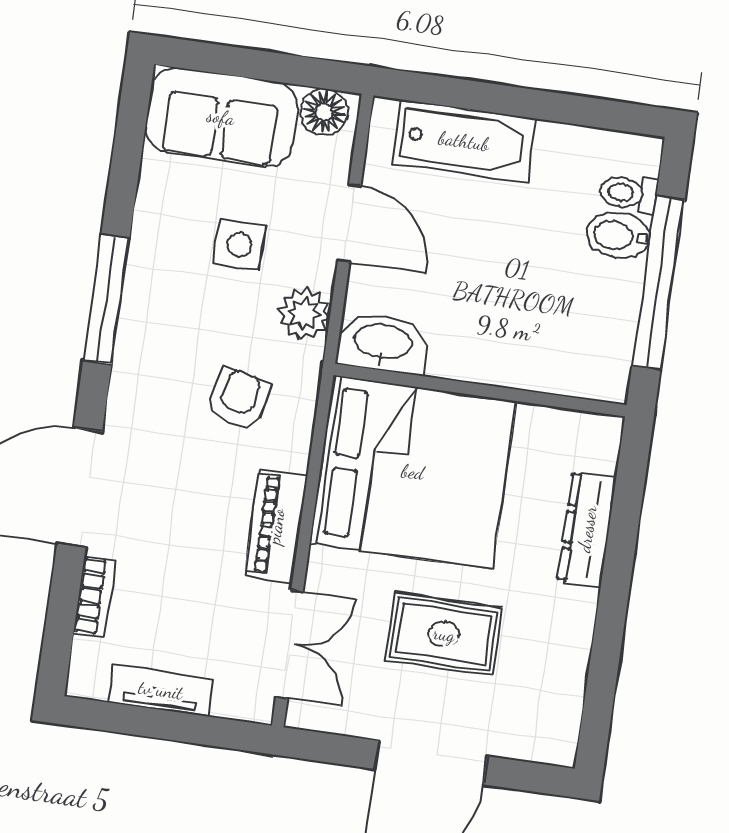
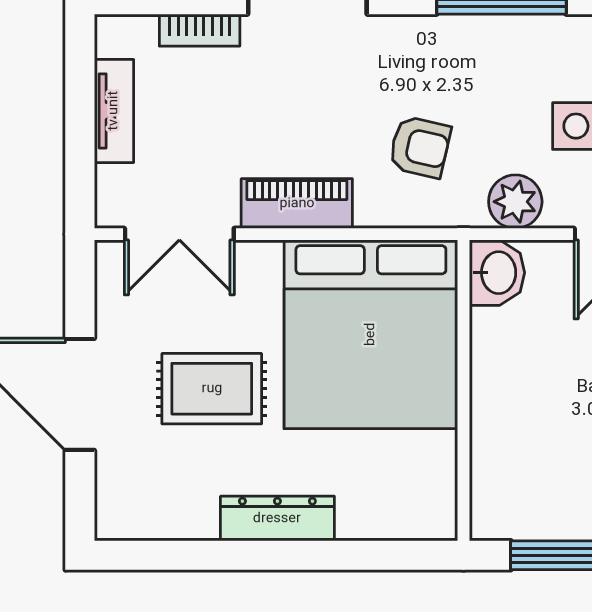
washbasin: (383, 343) -> (497, 273), width x0.72
dresser: (587, 529) -> (277, 519), moved
rug: (444, 634) -> (212, 389), turned 90

